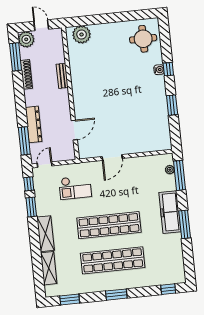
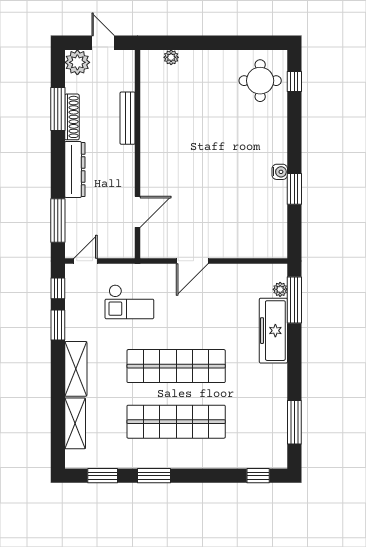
plant: (82, 35) -> (171, 57), width x0.53, depth x0.53
window: (16, 57) -> (58, 109), moved
window: (168, 69) -> (294, 81), moved
water cooler: (159, 70) -> (280, 172), moved
bench: (62, 76) -> (128, 118), width x1.36
dresser: (34, 124) -> (75, 170), moved
freezer: (170, 212) -> (273, 331), moved
window: (185, 224) -> (294, 422), moved
window: (116, 295) -> (154, 476), moved

